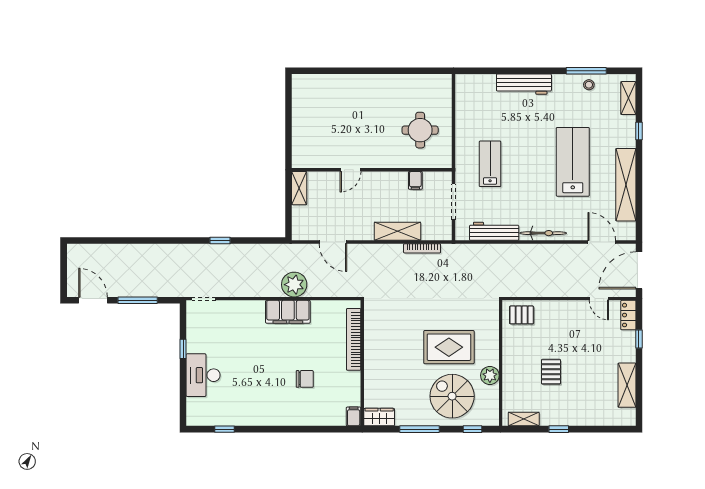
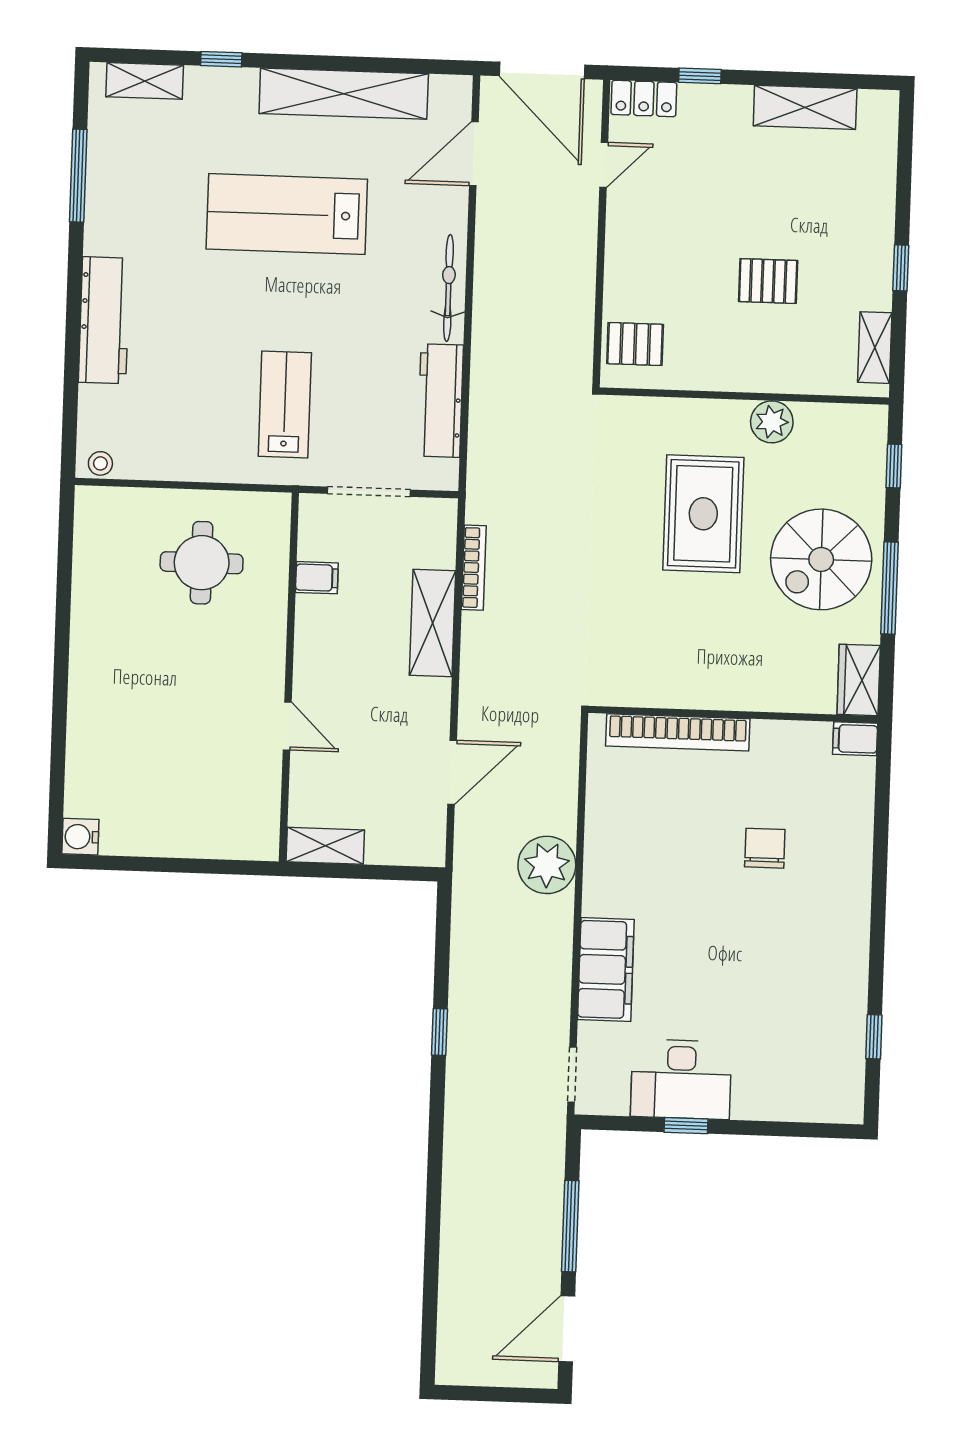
water cooler: (299, 82) -> (80, 837), added
stool: (589, 85) -> (100, 463), moved
lab bench: (490, 164) -> (285, 405), turned 90
filing cabinet: (288, 312) -> (606, 969), moved
pallet: (522, 315) -> (635, 344), turned 90
desk: (203, 375) -> (681, 1079), moved
spiral stairs: (452, 396) -> (821, 559), moved

